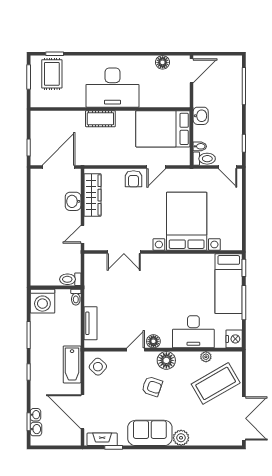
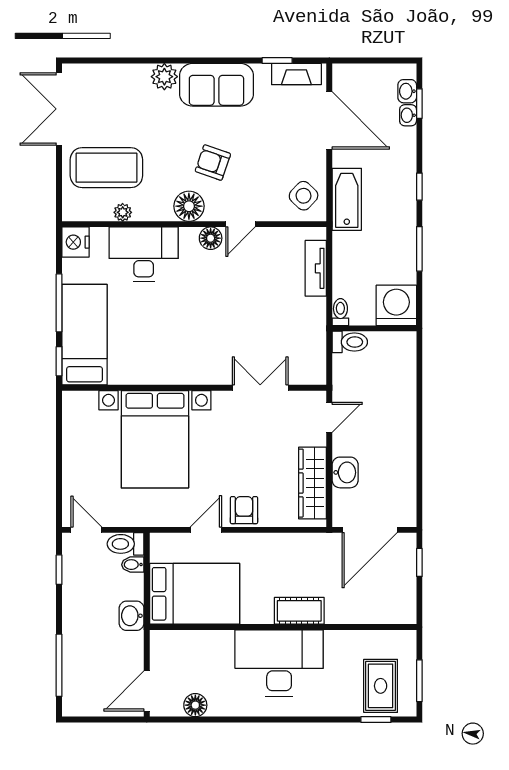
coffee table: (216, 383) -> (106, 168), turned 30

